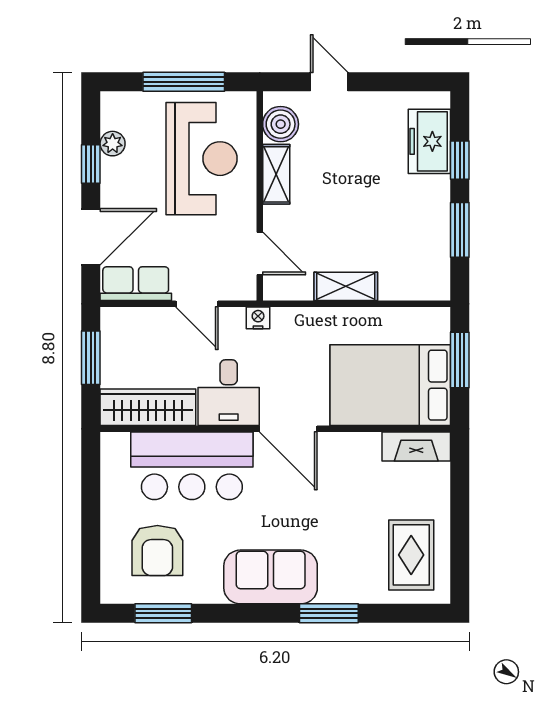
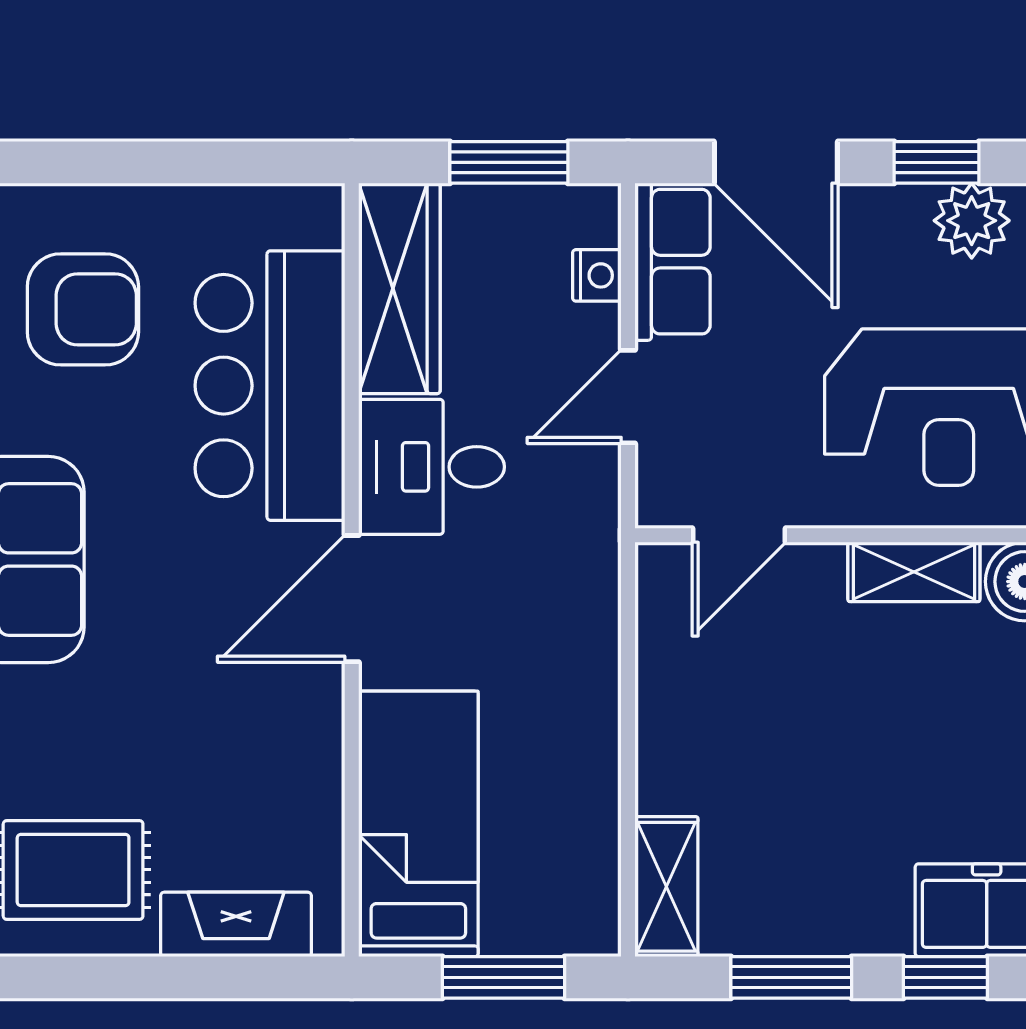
plant: (113, 144) -> (972, 221), width x1.38, depth x1.38
shelving: (346, 286) -> (666, 887), moved
nightstand: (258, 318) -> (597, 275), moved
bed: (390, 385) -> (418, 824), width x0.67
fireplace: (416, 447) -> (236, 924), moved, turned 90
armchair: (157, 551) -> (83, 309), turned 180

